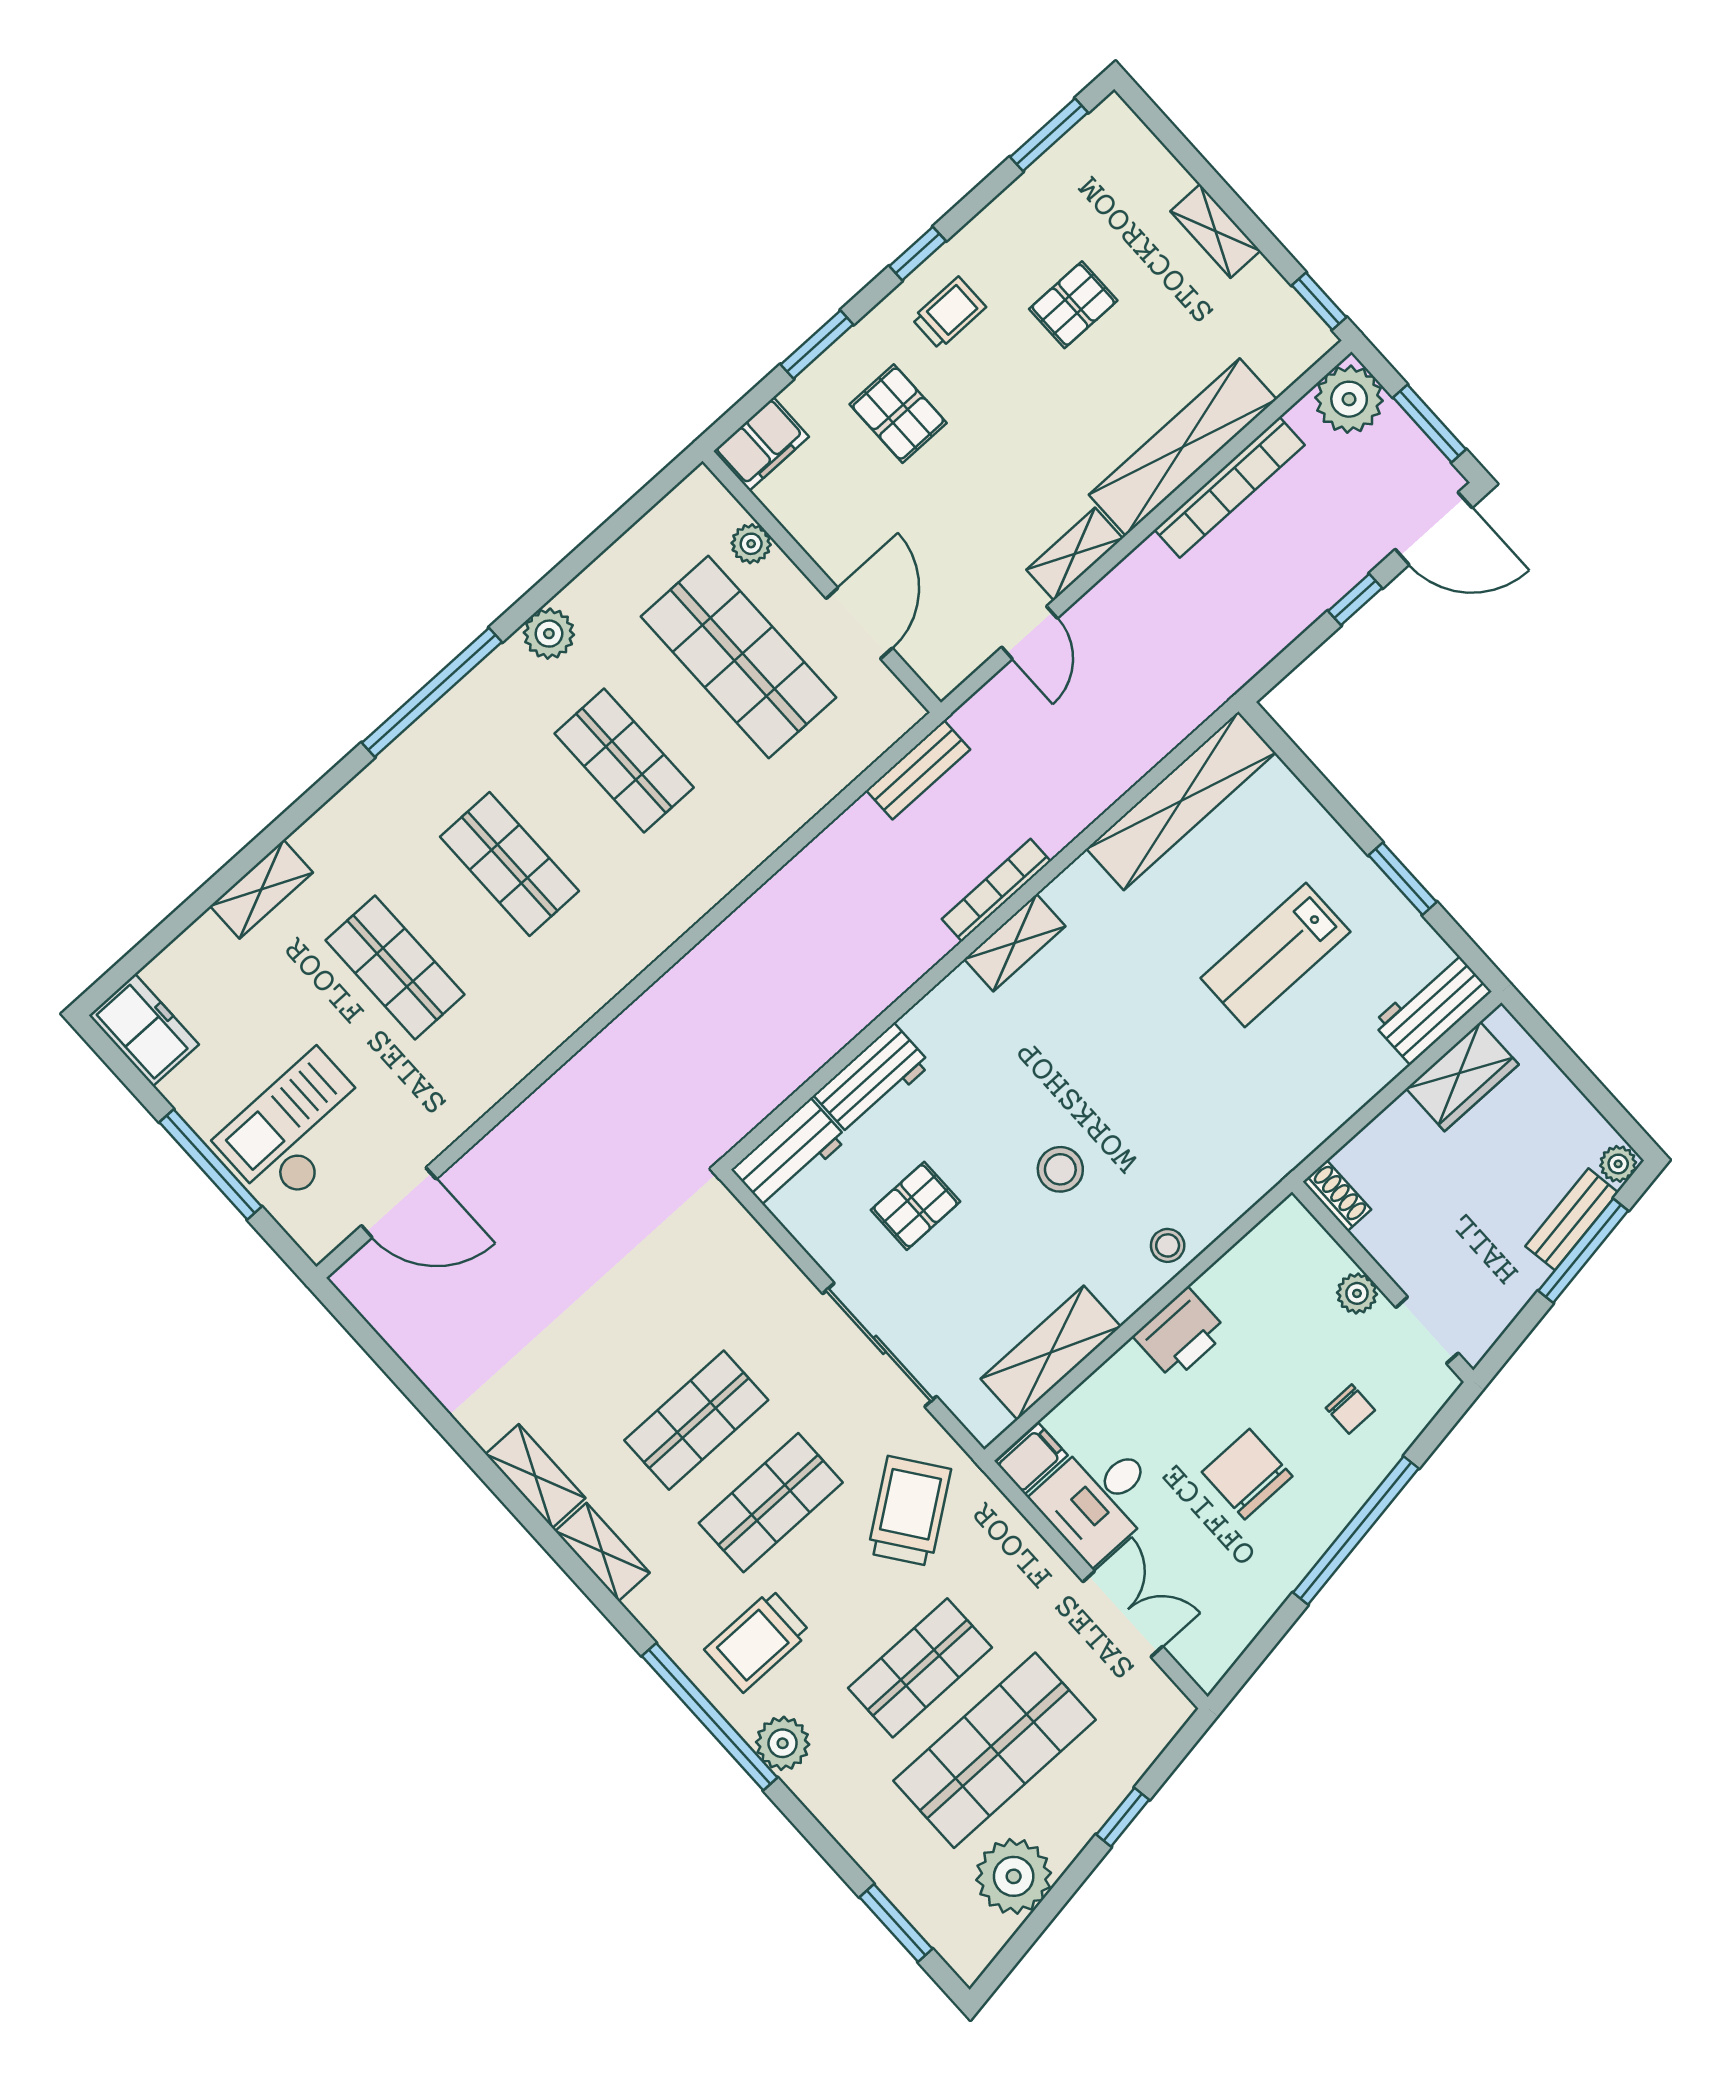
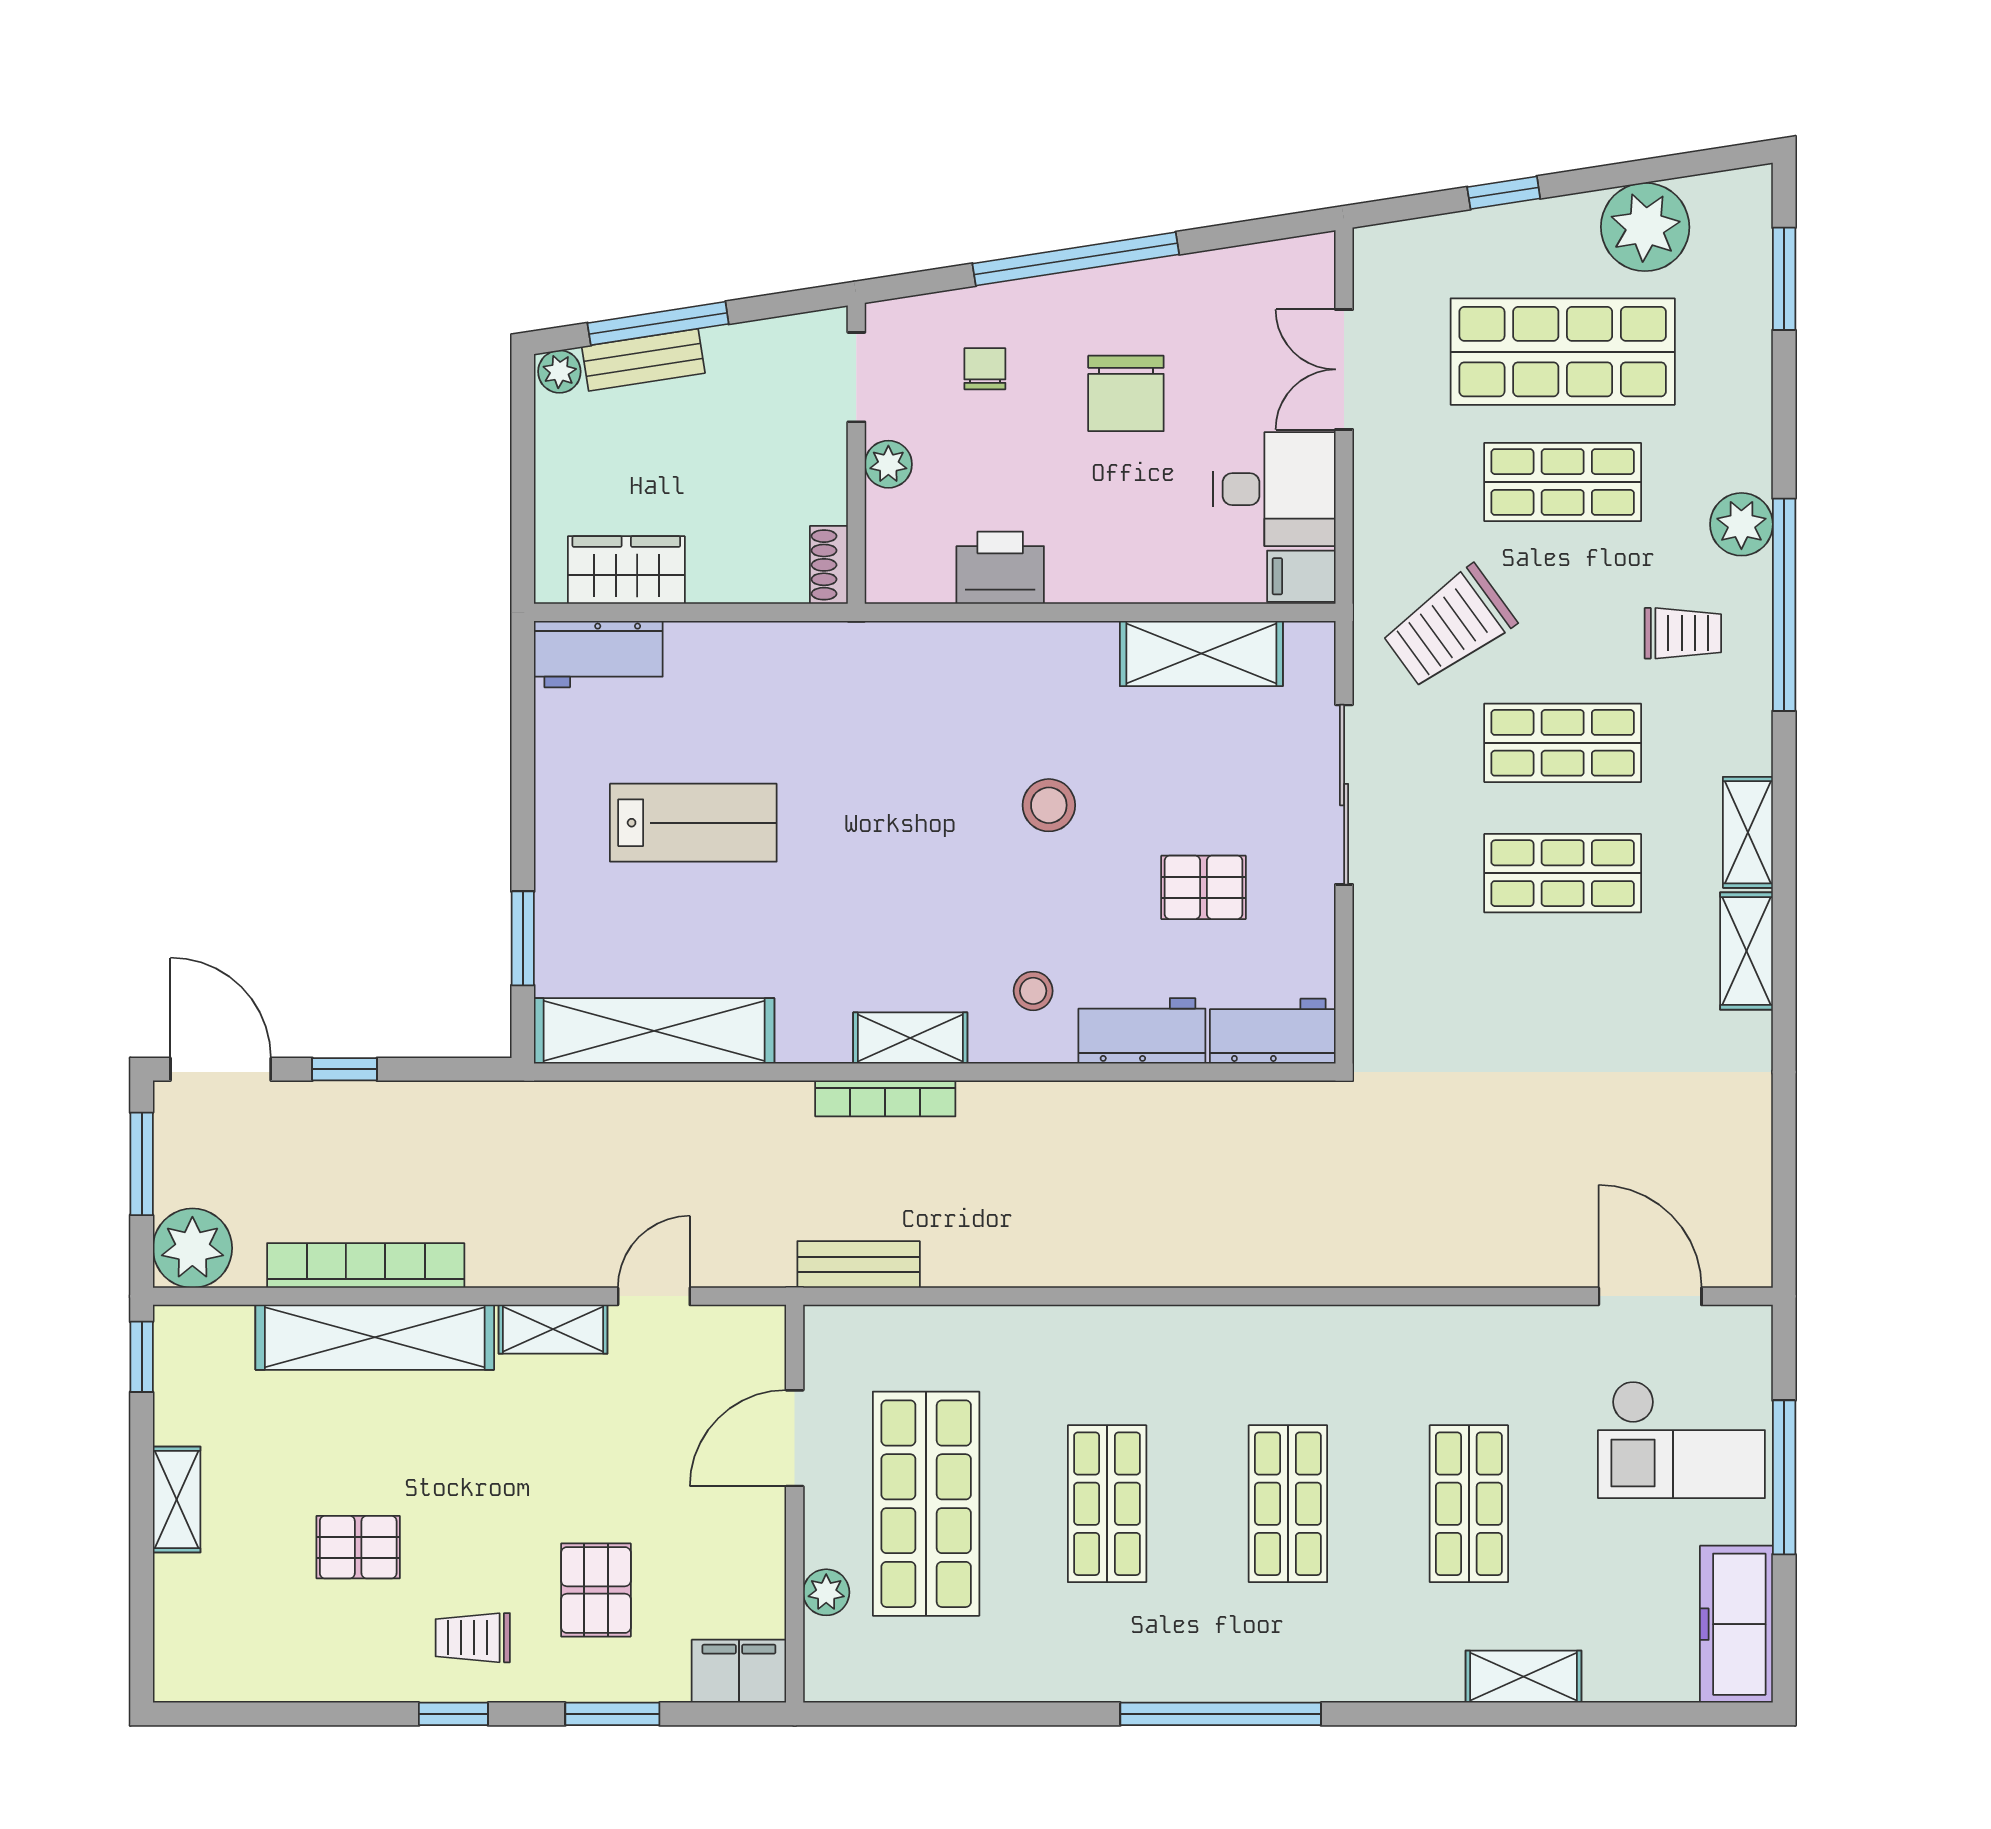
window: (1049, 135) -> (246, 1714), removed
plant: (549, 634) -> (1073, 1673), removed
window: (1403, 879) -> (523, 938), moved
freezer: (144, 1030) -> (1736, 1624), width x1.40
stool: (1168, 1245) -> (1033, 991), moved
printer: (1180, 1334) -> (1000, 568), moved
trolley: (757, 1641) -> (1683, 633), width x0.73, depth x0.72

